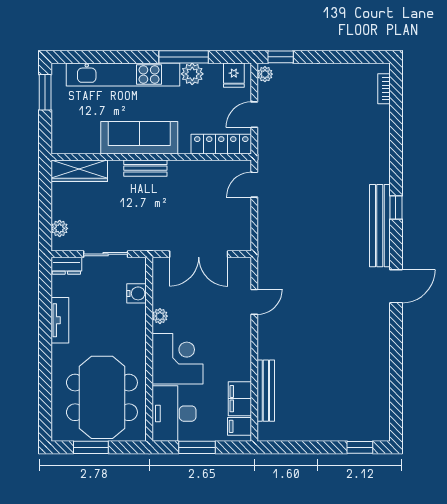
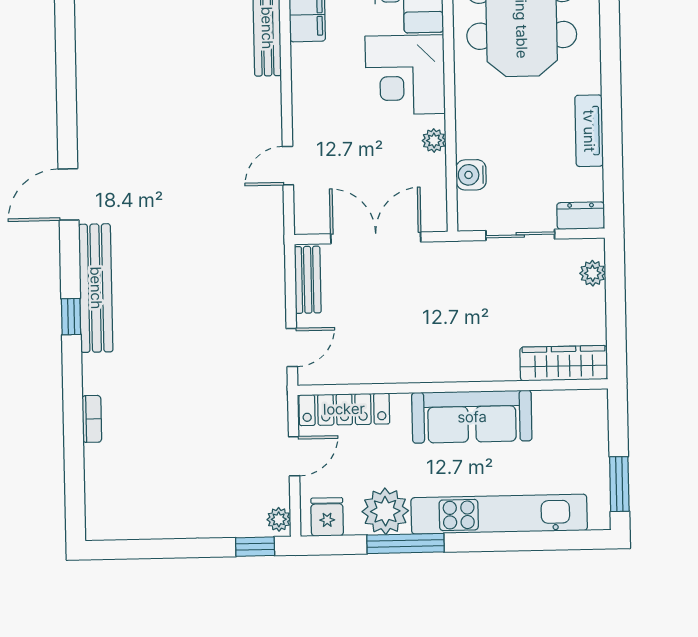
plant: (192, 74) -> (385, 511), width x1.36, depth x1.36
bookcase: (384, 89) -> (92, 419), moved
bench: (145, 168) -> (308, 280), moved, turned 90

